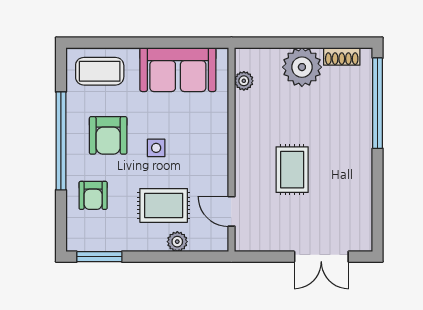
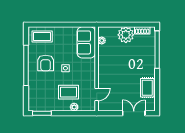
sofa: (178, 70) -> (86, 42), moved, turned 90
rug: (292, 170) -> (147, 88), moved
armchair: (93, 195) -> (39, 88), removed
door: (231, 211) -> (97, 95), swing flipped
double door: (321, 257) -> (134, 113), swing flipped

